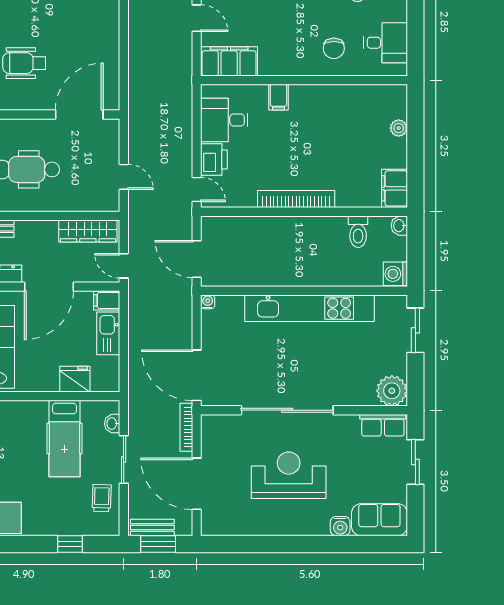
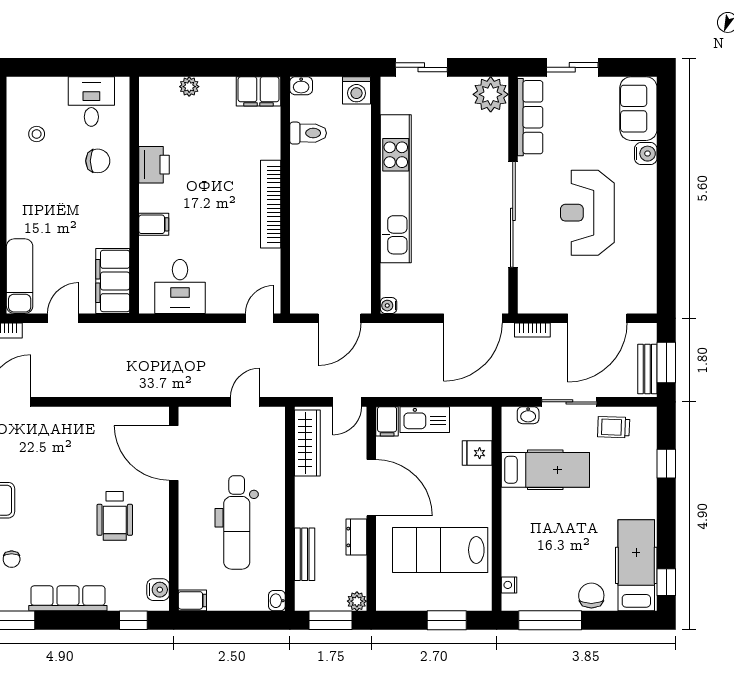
printer: (214, 160) -> (154, 165), moved, turned 90
fridge: (75, 379) -> (477, 453), width x0.72
row of seats: (383, 425) -> (530, 117), width x1.48
bookcase: (186, 427) -> (532, 330), width x0.64

